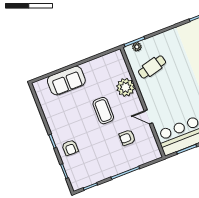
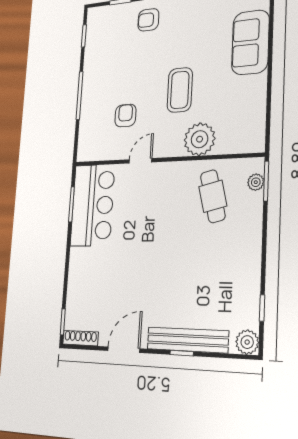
coffee table: (103, 111) -> (180, 90), turned 90

